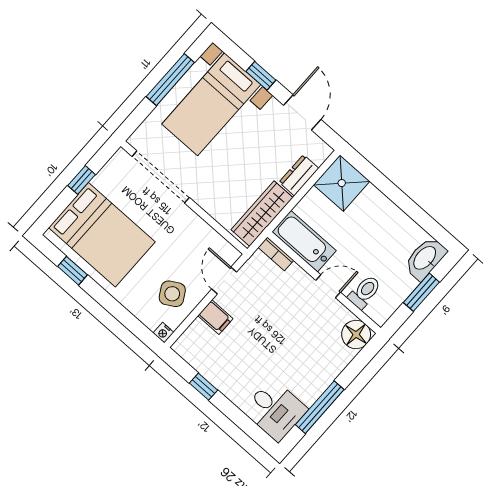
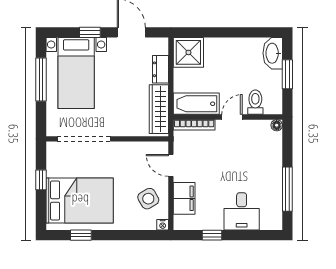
bookcase: (276, 254) -> (194, 125), width x1.56
filing cabinet: (215, 317) -> (184, 198), width x2.00
floor lamp: (356, 334) -> (277, 125), width x0.53, depth x0.53
desk: (275, 410) -> (242, 211), moved, turned 90

